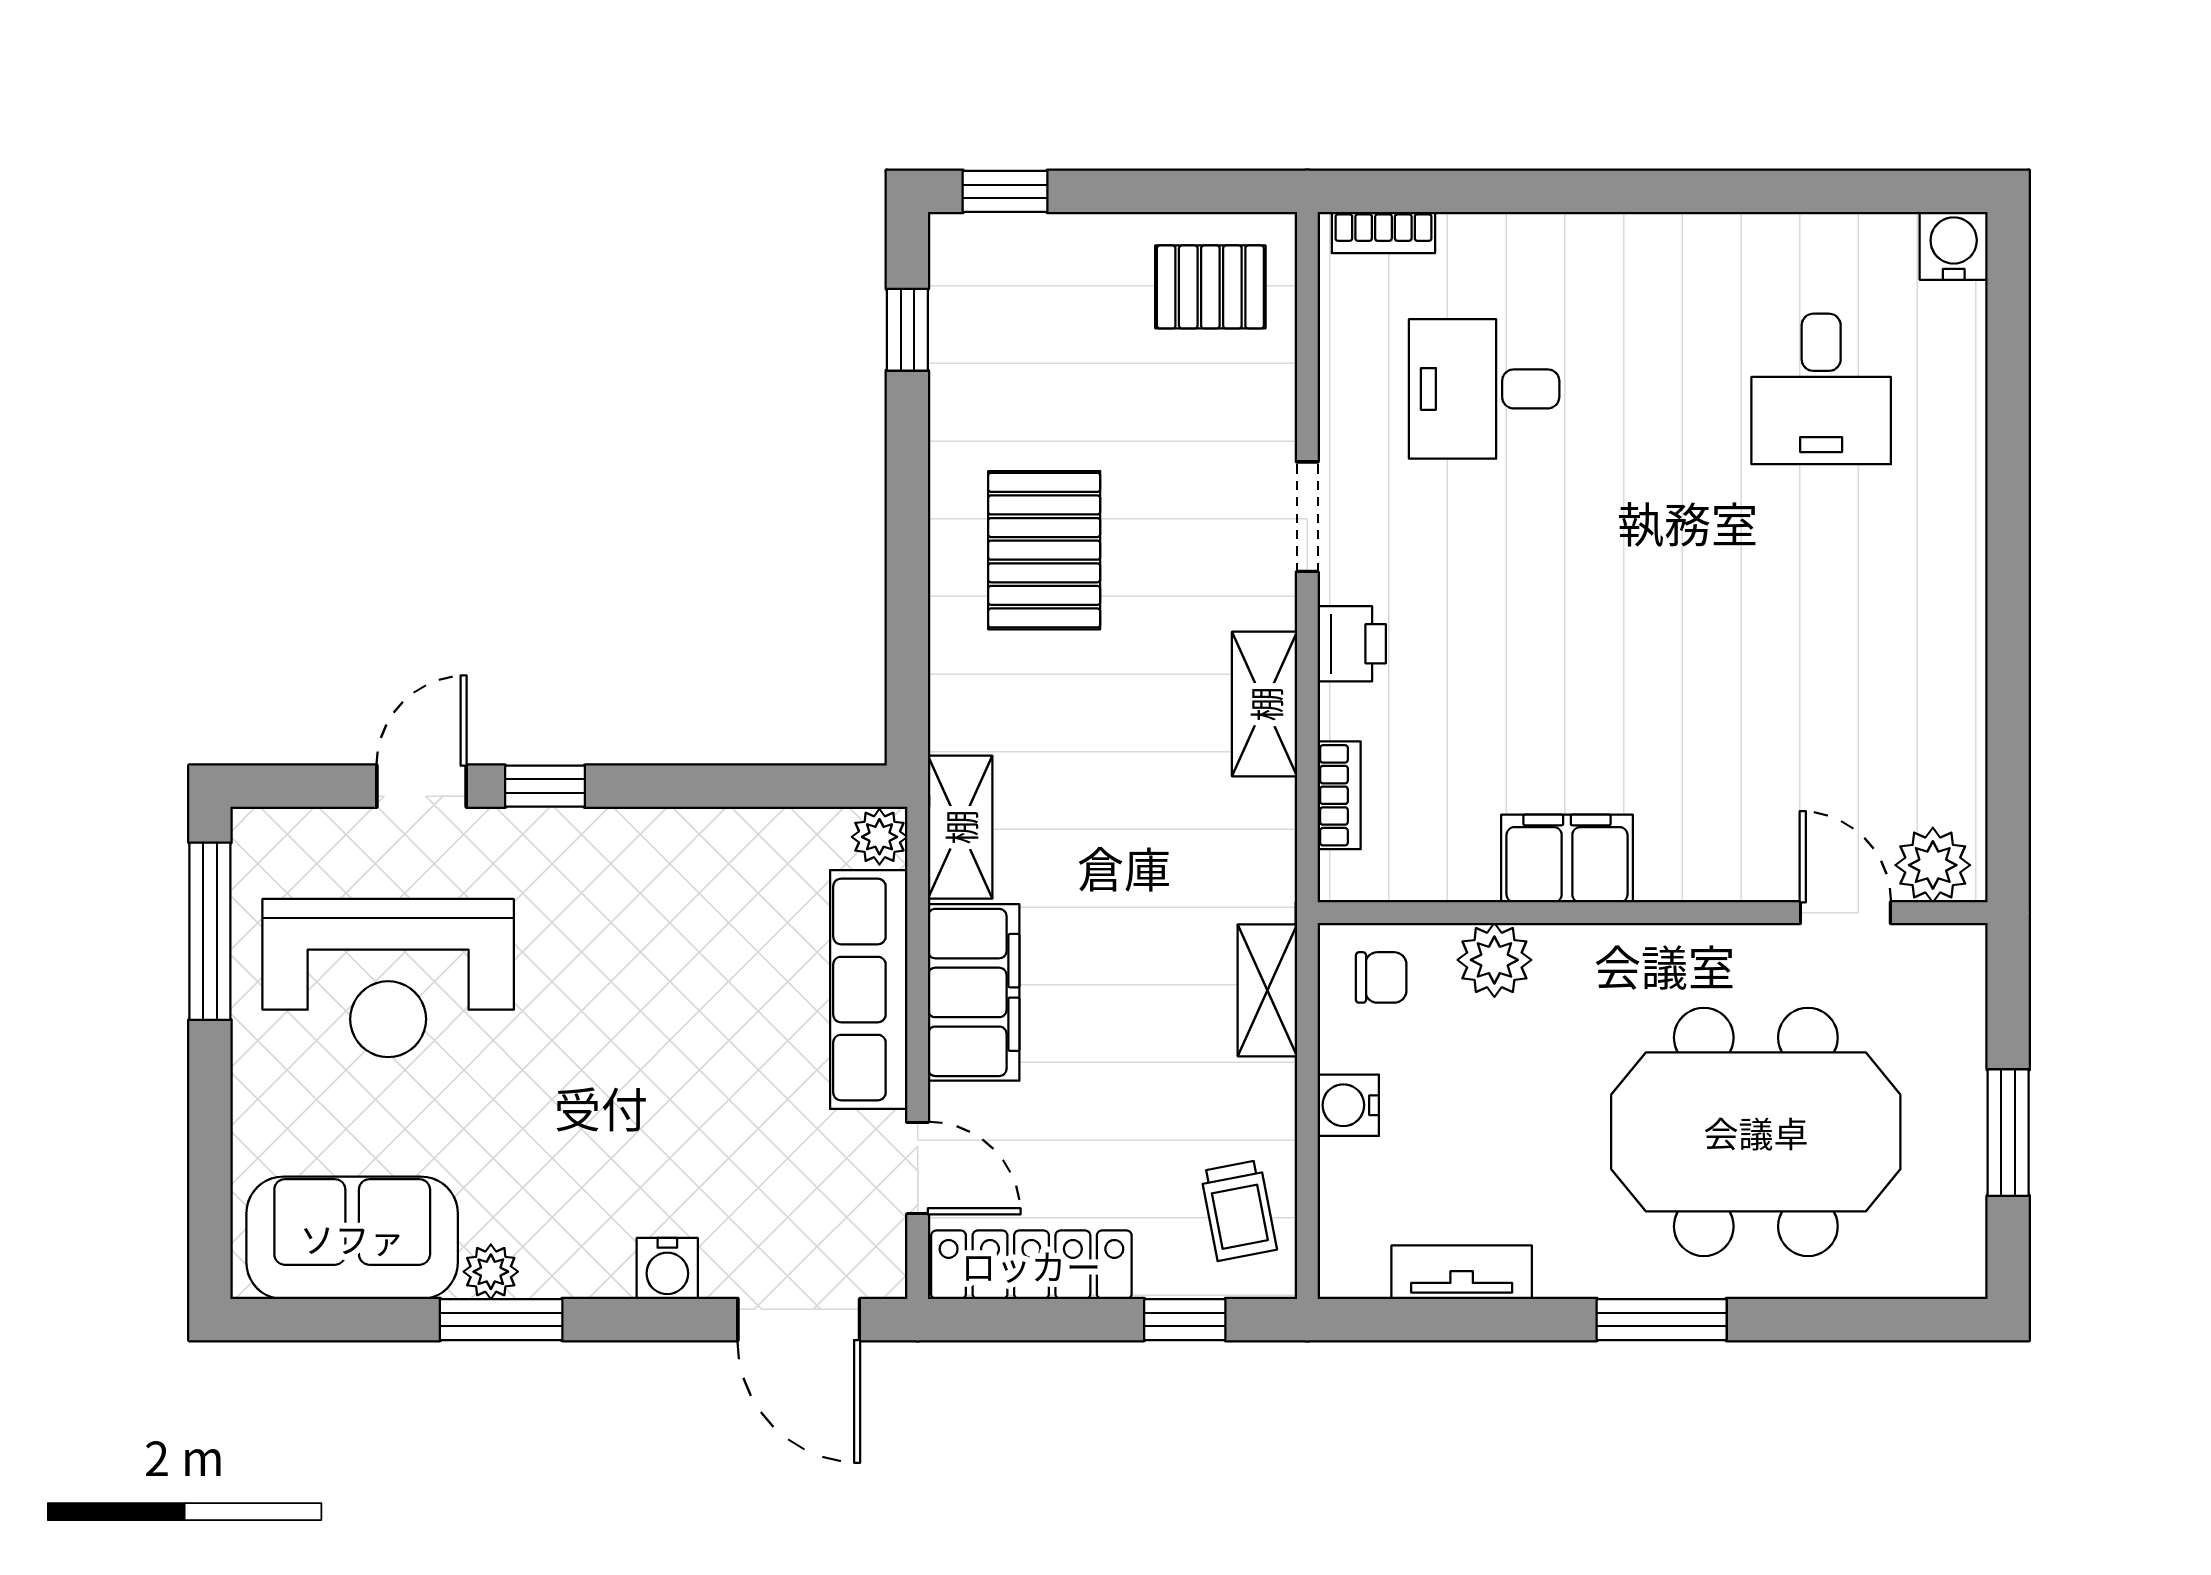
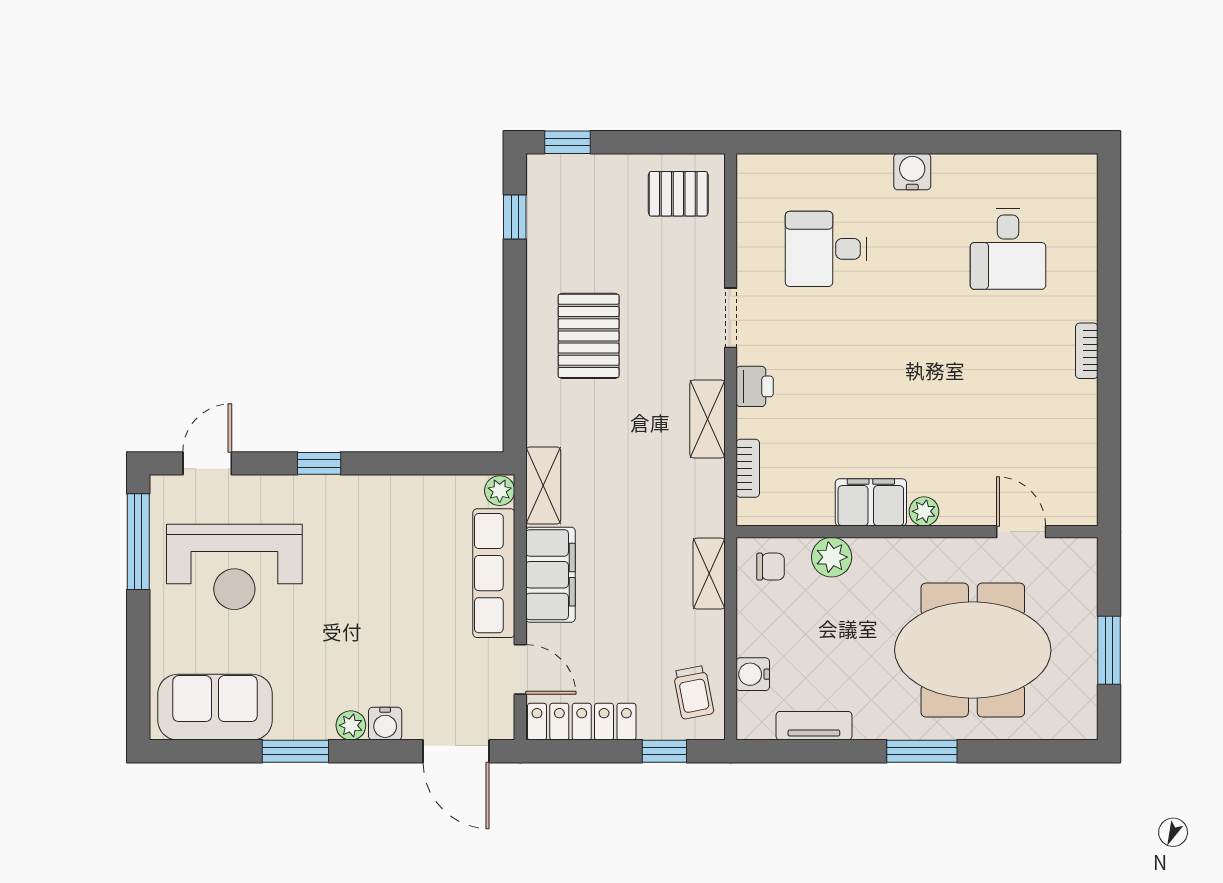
bookcase: (1383, 233) -> (1087, 351), moved, turned 90
water cooler: (1954, 246) -> (912, 172), moved
door: (422, 786) -> (207, 463), moved
plant: (1933, 865) -> (924, 511), moved, width x0.73, depth x0.73
water cooler: (1348, 1105) -> (753, 674), moved
plant: (491, 1272) -> (351, 725), moved

